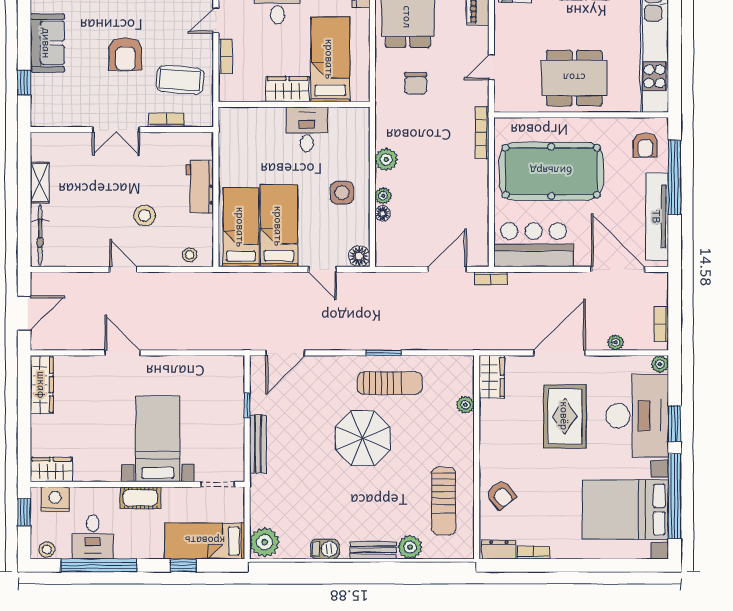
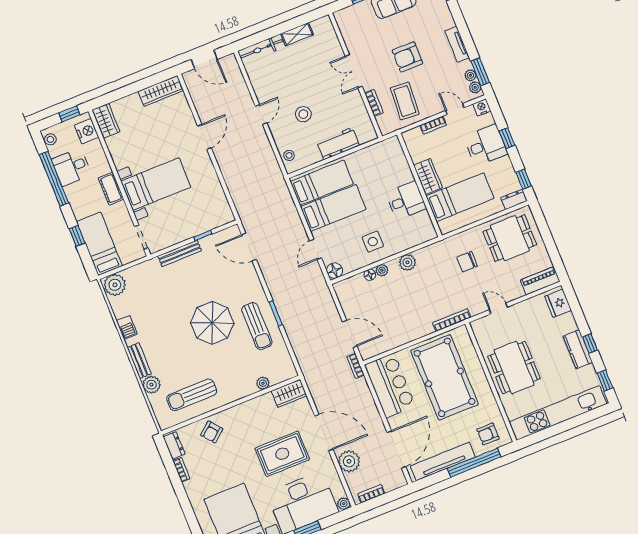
plant: (616, 342) -> (349, 461), width x1.88, depth x1.88

